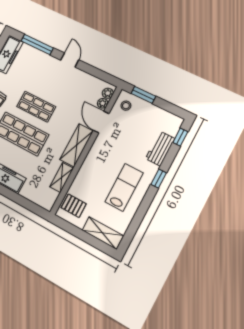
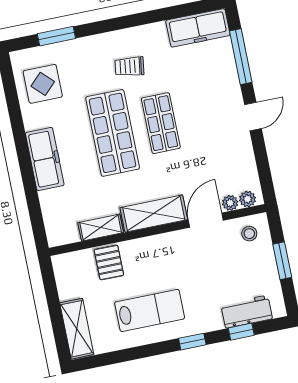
window: (143, 95) -> (282, 261), moved
window: (180, 137) -> (241, 332), moved
workbench: (160, 149) -> (247, 312), moved
pallet: (74, 206) -> (109, 262), moved

